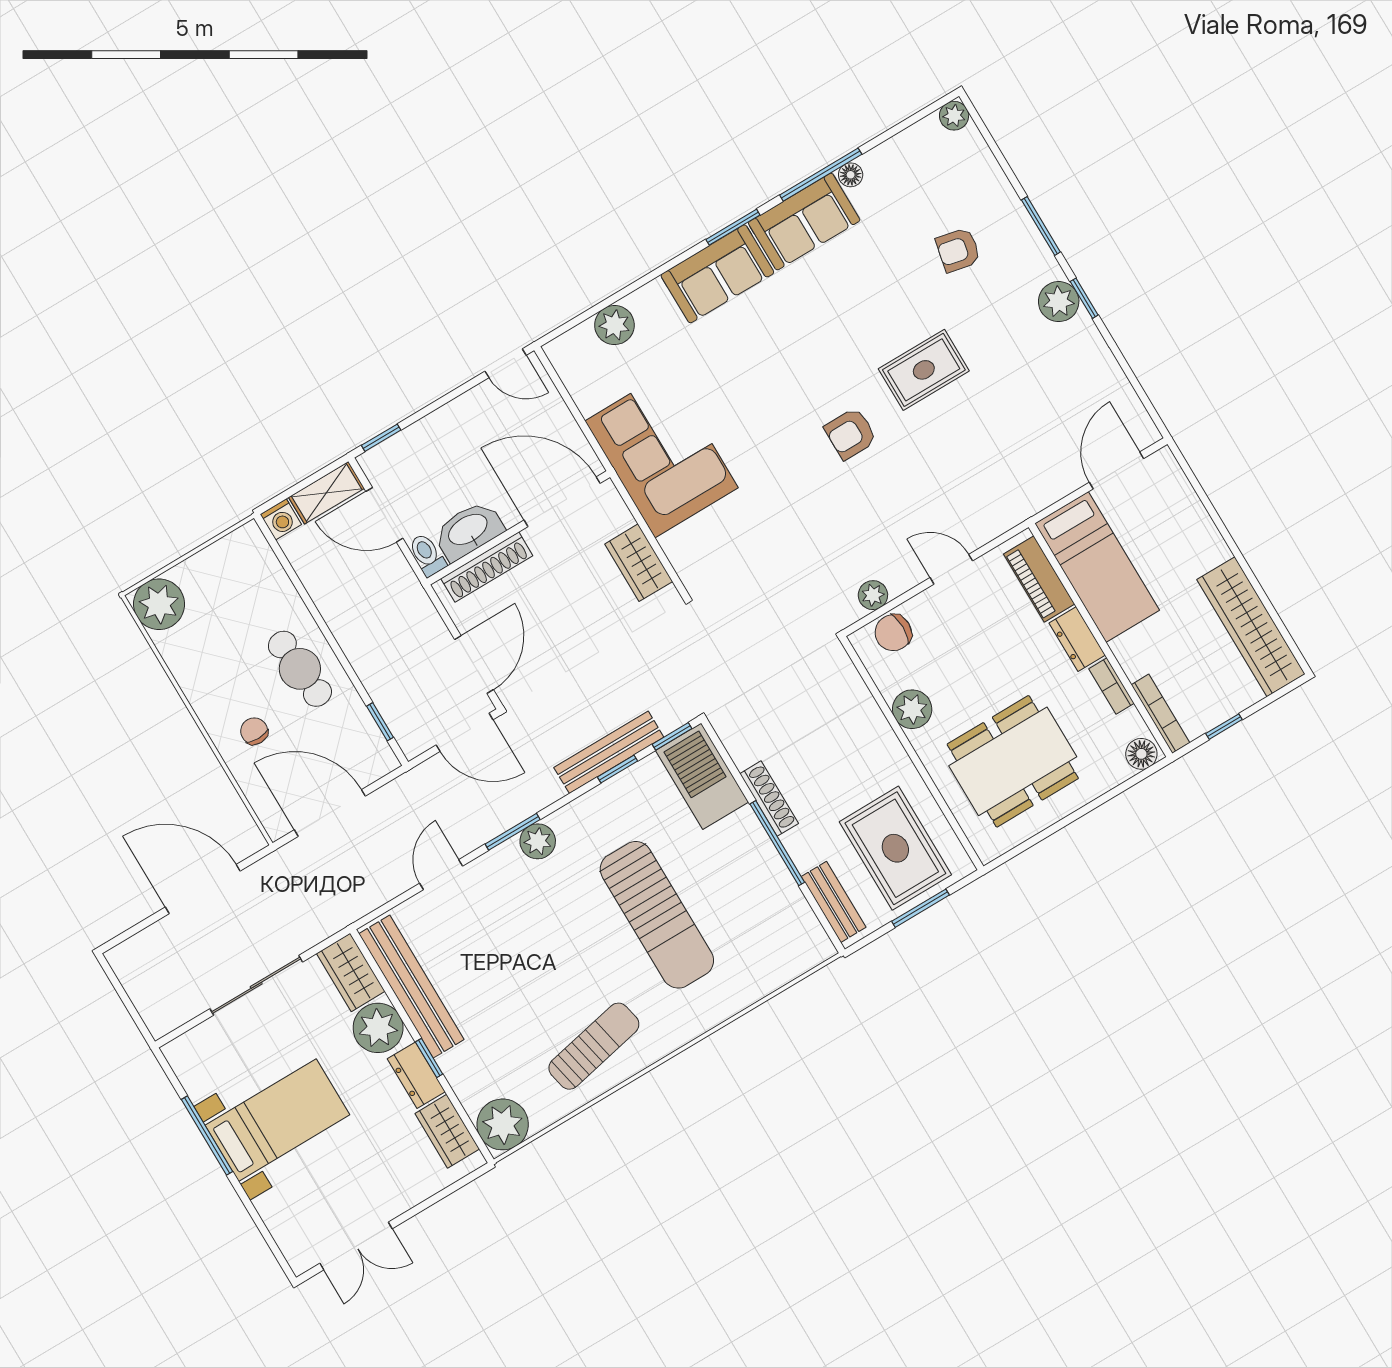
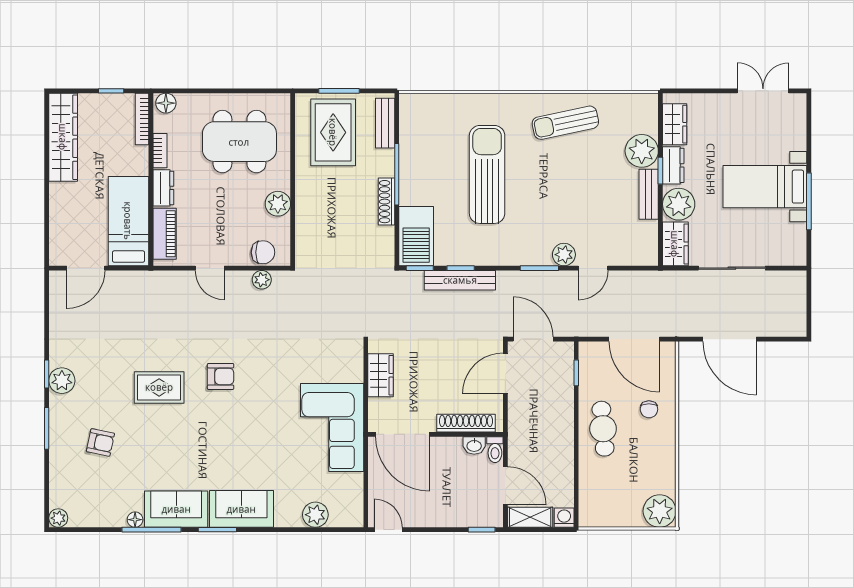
washbasin: (468, 530) -> (474, 445), width x0.52, depth x0.69
plant: (538, 841) -> (564, 255), moved
bench: (411, 987) -> (649, 194), width x0.54, depth x0.82
plant: (503, 1124) -> (642, 151), moved

